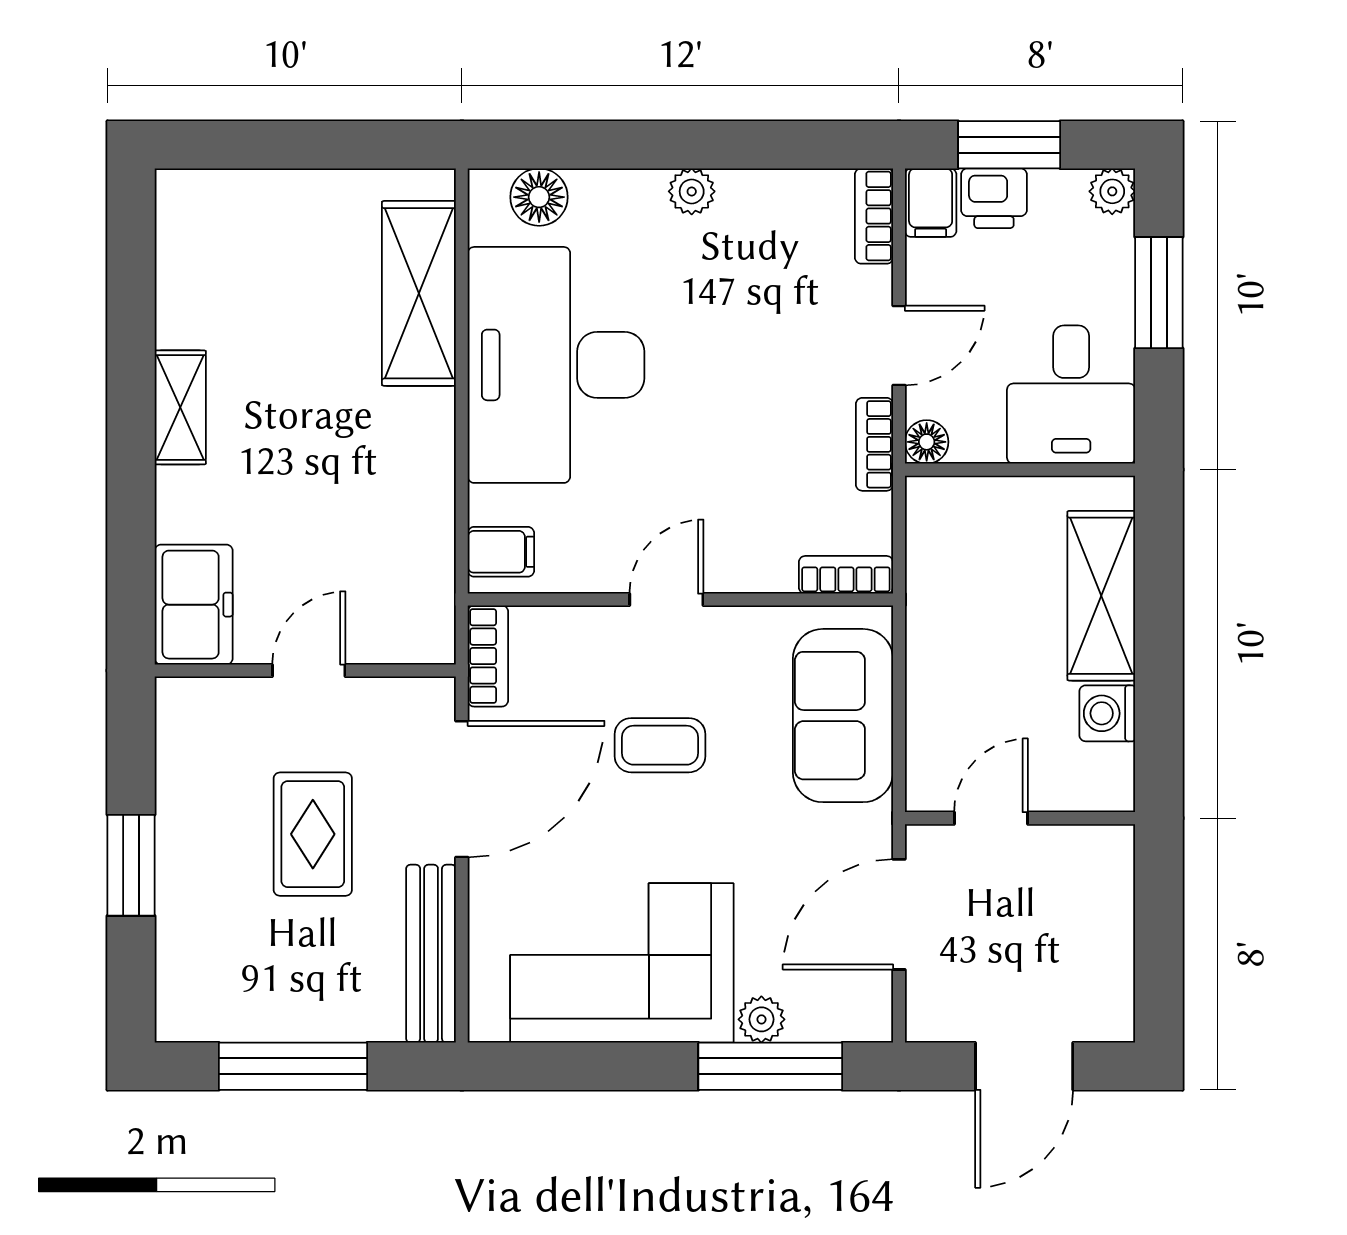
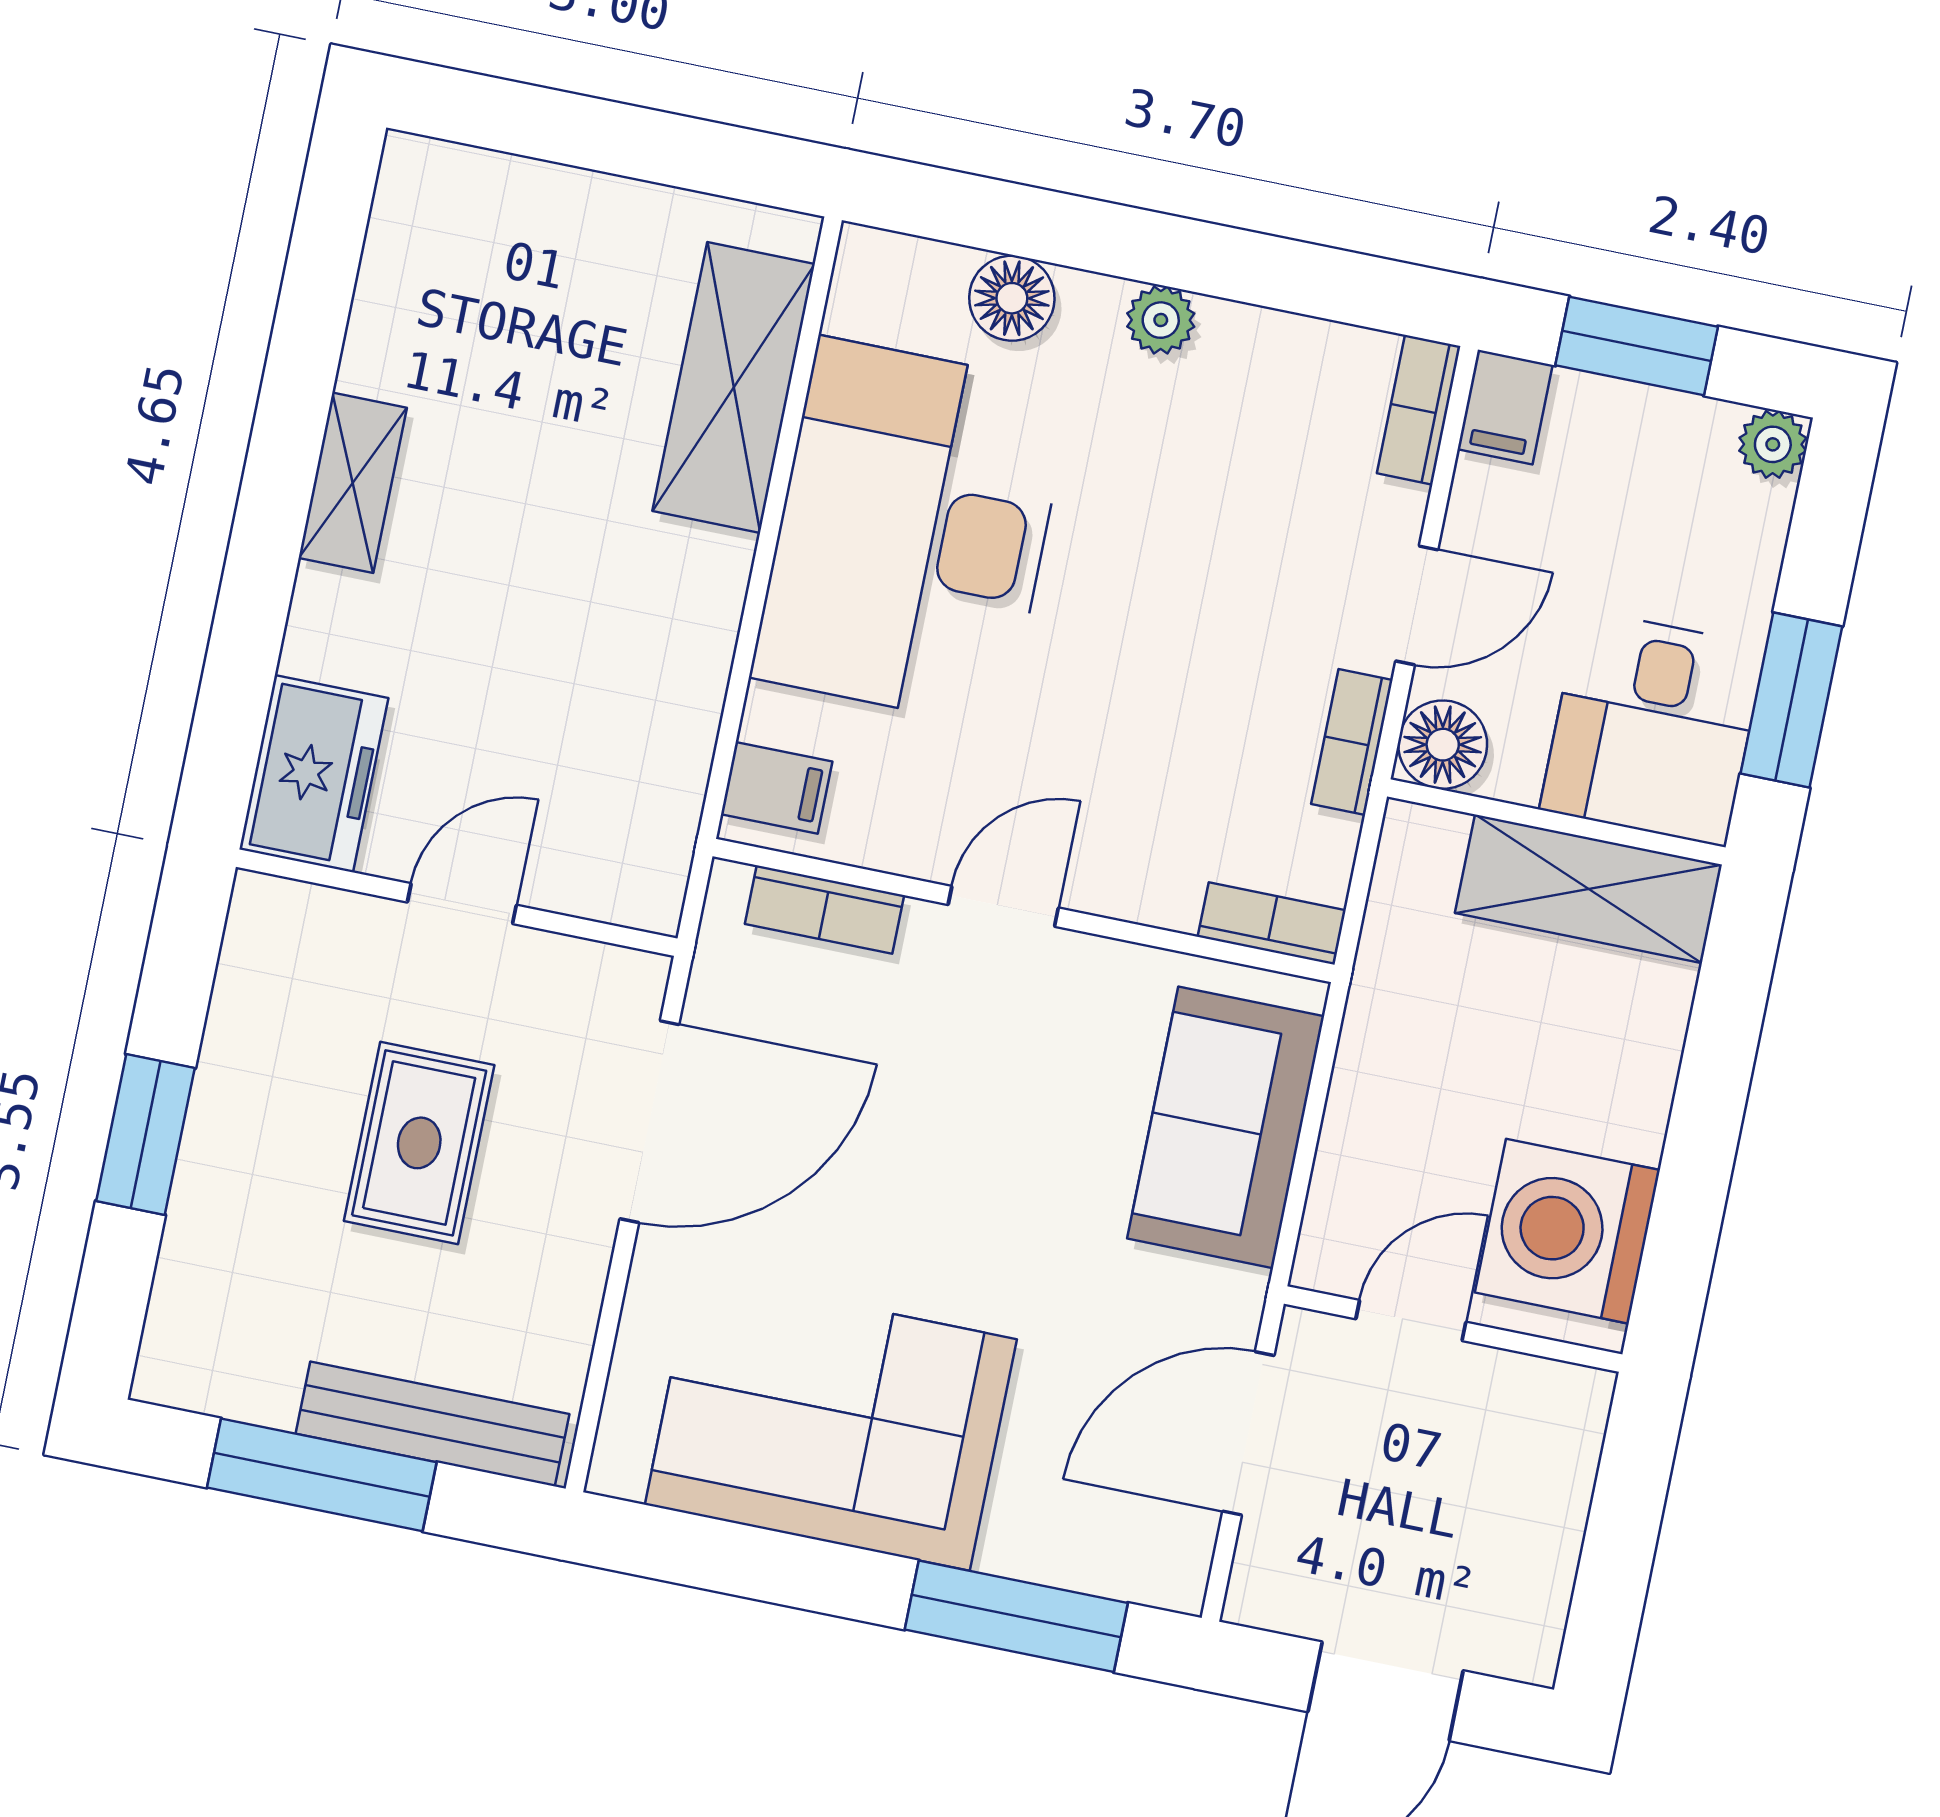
floor lamp: (539, 197) -> (1012, 298), moved
printer: (994, 198) -> (1599, 419), removed
window: (1159, 293) -> (1791, 700), moved
floor lamp: (927, 442) -> (1443, 745), width x1.37, depth x1.37
shelving: (1101, 596) -> (1589, 889), moved, turned 90
bookcase: (488, 656) -> (825, 910), moved, turned 90
washing machine: (1107, 713) -> (1567, 1231), width x1.89, depth x1.89
coffee table: (660, 745) -> (951, 1116), removed
bench: (431, 954) -> (433, 1424), moved, turned 90
plant: (761, 1019) -> (1017, 1545), removed

